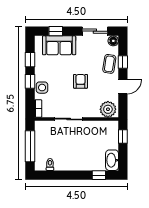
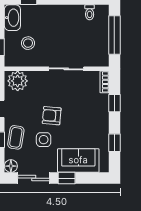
window: (56, 31) -> (67, 178), moved
window: (30, 81) -> (114, 103), moved
armchair: (80, 81) -> (52, 116), turned 95
side table: (42, 88) -> (44, 140), moved
stool: (100, 140) -> (28, 43), added

